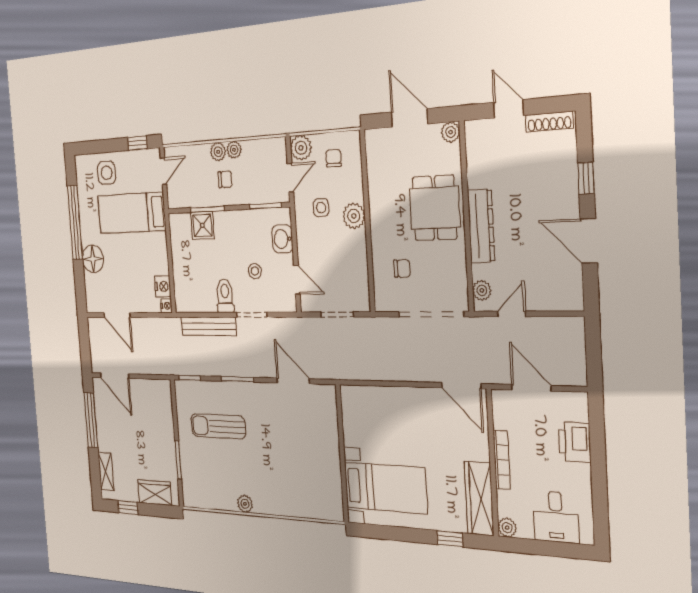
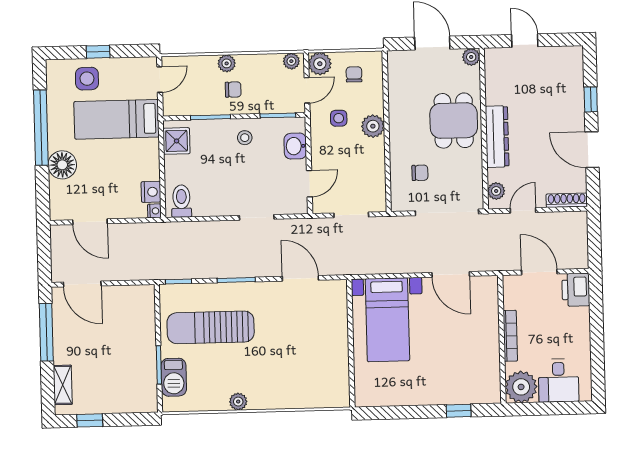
shoe rack: (549, 122) -> (567, 200), moved, turned 180
window: (137, 143) -> (98, 52), moved
plant: (234, 150) -> (291, 61), moved
shower: (202, 225) -> (177, 141), moved
stool: (255, 271) -> (245, 138), moved
door: (297, 280) -> (309, 184), hinge flipped
toilet: (225, 296) -> (181, 201), moved
bench: (209, 326) -> (205, 230), removed
door: (461, 386) -> (451, 274), moved
sun lounger: (218, 426) -> (211, 327), width x1.36, depth x1.34
printer: (575, 442) -> (576, 290), moved
barbecue: (191, 473) -> (174, 377), added
bed with nightstands: (385, 488) -> (387, 320), moved, turned 90
wardrobe: (155, 493) -> (127, 401), removed
wardrobe: (479, 498) -> (488, 372), removed
plant: (507, 528) -> (521, 387), width x1.88, depth x1.88

